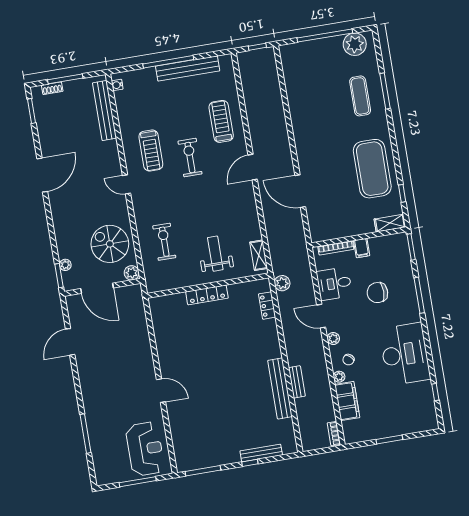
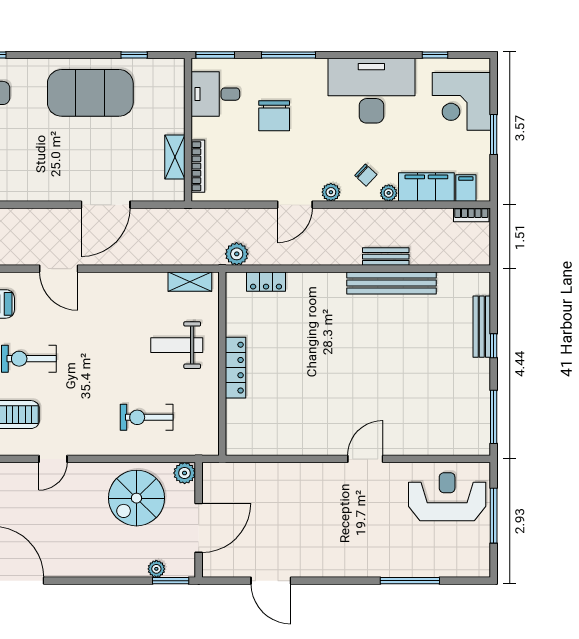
shelving: (390, 223) -> (175, 157), moved
filing cabinet: (362, 248) -> (466, 188), moved, turned -90
desk: (334, 284) -> (215, 94), moved, turned 90
corner desk: (408, 415) -> (461, 101), added

